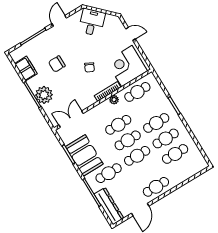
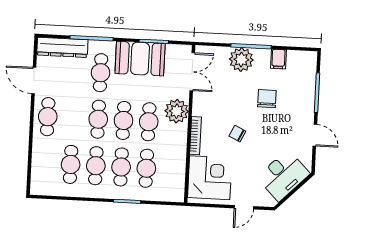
desk: (92, 22) -> (283, 175), width x1.37
filing cabinet: (26, 69) -> (278, 59), width x0.50
cafe table: (137, 92) -> (146, 168), moved
plant: (114, 100) -> (177, 111), moved, width x1.87, depth x1.87

